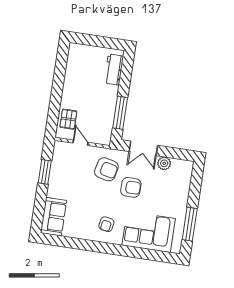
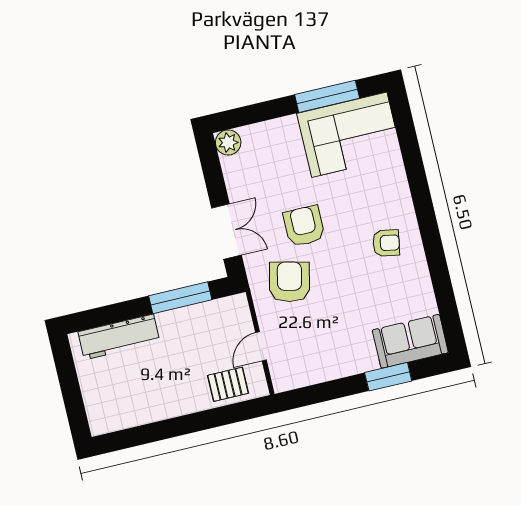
workbench: (114, 70) -> (119, 337), width x1.38
plant: (164, 163) -> (228, 142), moved
window: (45, 172) -> (388, 377), moved
corner sofa: (149, 232) -> (349, 135), moved, turned -90

